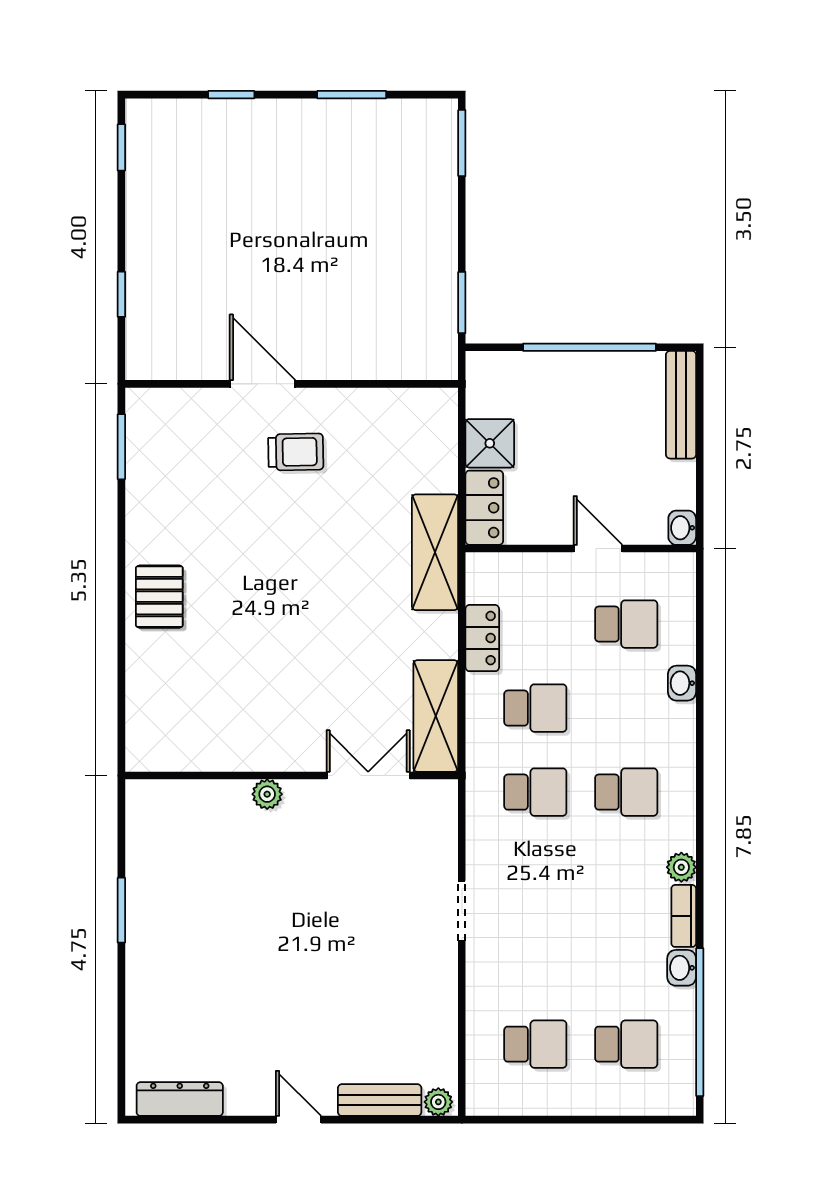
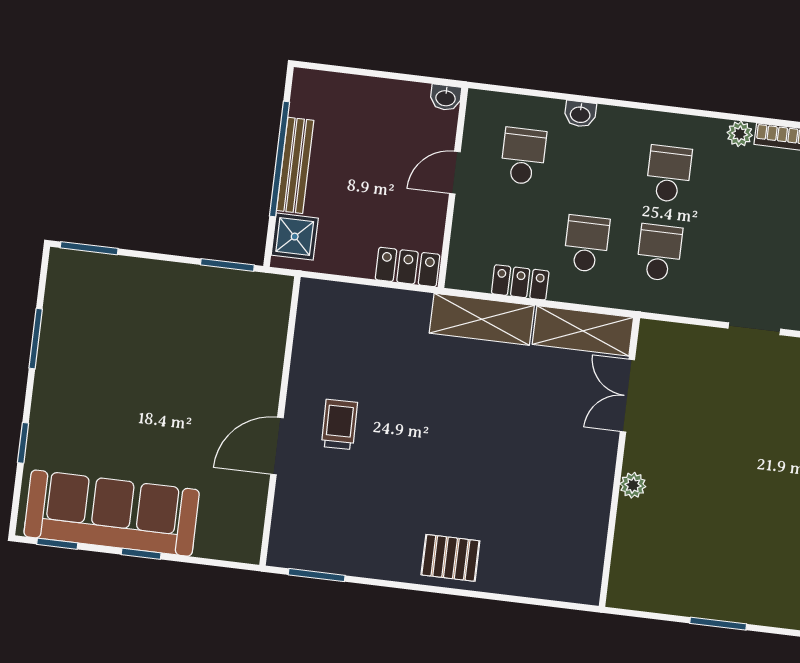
sofa: (164, 205) -> (112, 513), added
window: (121, 294) -> (141, 554), moved
bench: (681, 405) -> (295, 165), moved, turned 90
shower: (490, 443) -> (295, 237), moved
shelving: (435, 552) -> (482, 319), moved

